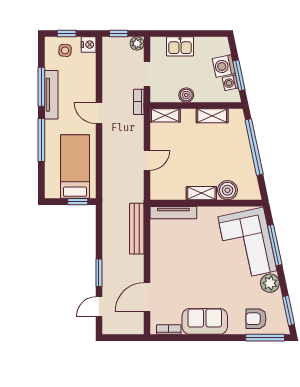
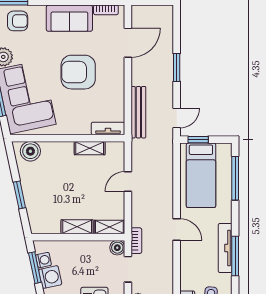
boiler: (186, 95) -> (117, 248), moved
shelving: (212, 116) -> (77, 227), moved
window: (41, 140) -> (235, 178), moved
window: (254, 147) -> (19, 195), width x0.47
boiler: (227, 190) -> (30, 151), moved
shelving: (201, 193) -> (90, 148), moved
tv unit: (173, 213) -> (108, 128), width x0.71
armchair: (196, 268) -> (78, 72), added
door: (99, 307) -> (177, 118), moved

